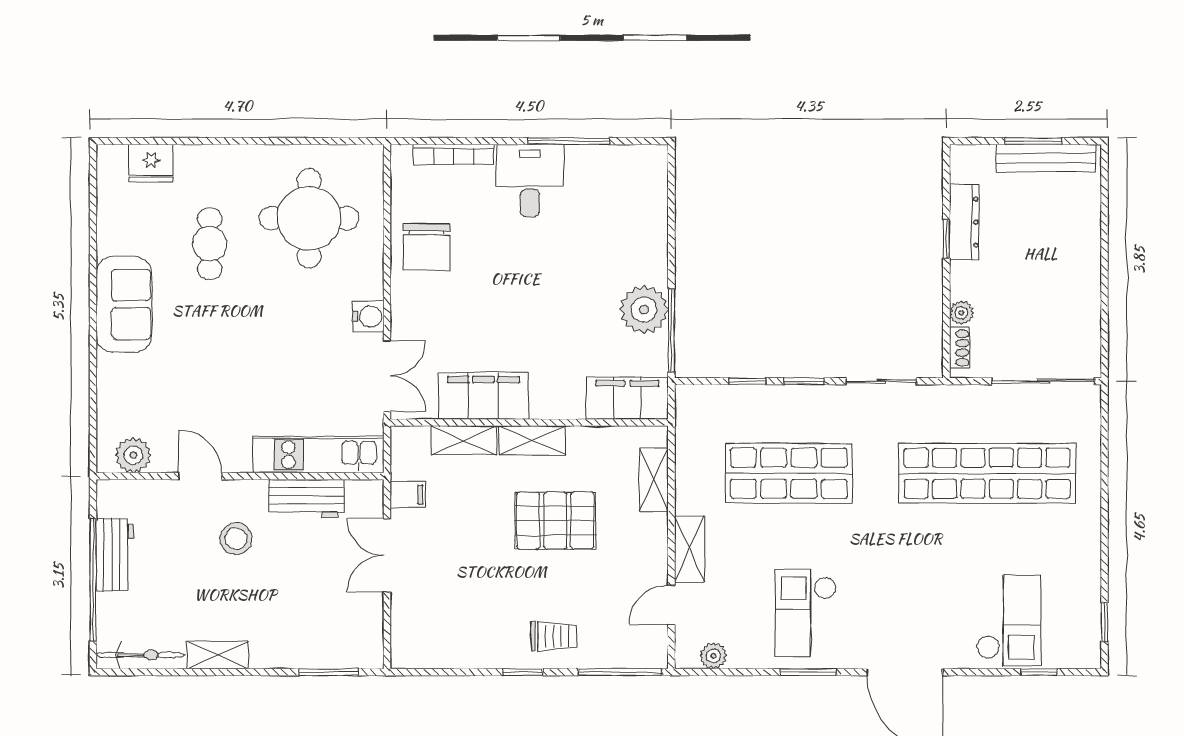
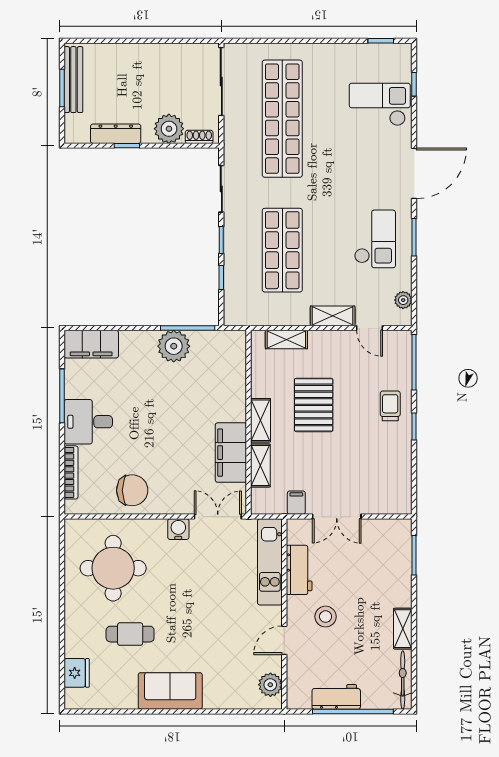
plant: (961, 313) -> (169, 129), width x1.88, depth x1.88
filing cabinet: (627, 398) -> (91, 344), moved, turned -90
checkout: (806, 613) -> (375, 239), turned -90

